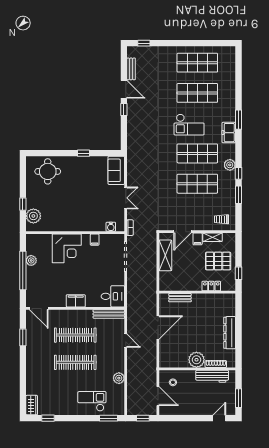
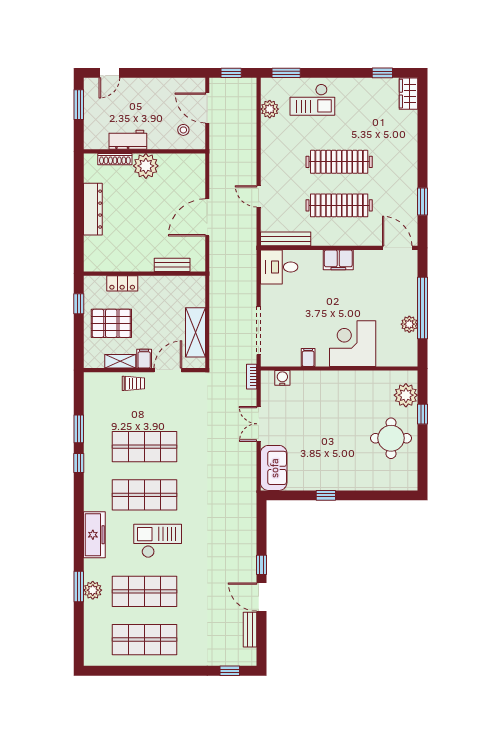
window: (238, 120) -> (79, 586), moved
freezer: (229, 133) -> (94, 535), width x1.40
plant: (230, 165) -> (93, 590), moved
round table: (48, 171) -> (391, 438), moved
trolley: (222, 219) -> (133, 383), moved
workbench: (212, 376) -> (128, 140), width x0.73
plant: (119, 378) -> (270, 109), moved

